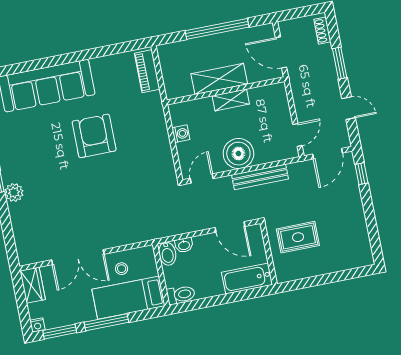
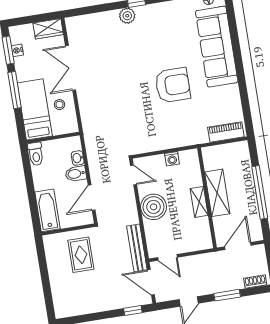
bench: (260, 177) -> (137, 248), moved
bidet: (167, 254) -> (76, 174), moved
nightstand: (37, 325) -> (17, 50), moved

